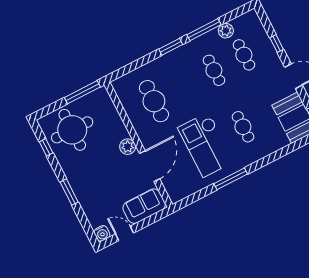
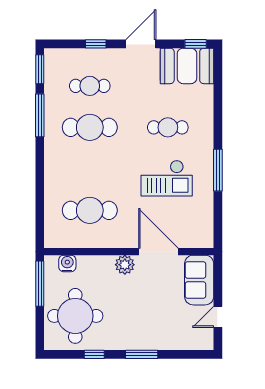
plant: (226, 31) -> (53, 92), removed
window: (171, 47) -> (40, 69), moved
cafe table: (214, 70) -> (90, 127), width x1.37, depth x1.35
checkout: (206, 145) -> (167, 178), width x0.73, depth x0.83
window: (46, 147) -> (94, 354), moved
water cooler: (102, 233) -> (67, 263), moved, turned -90

